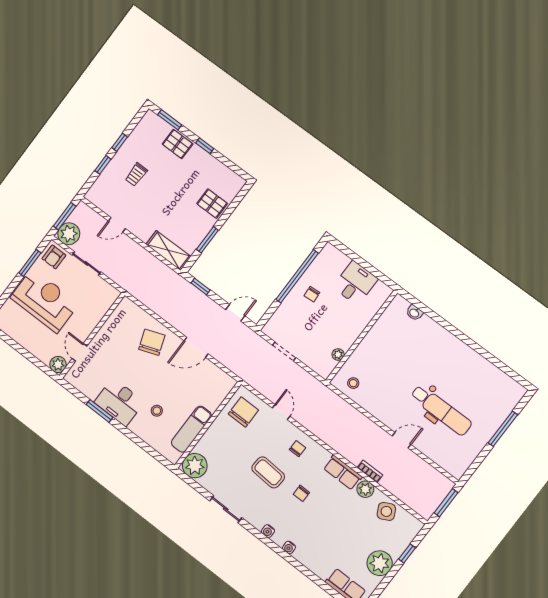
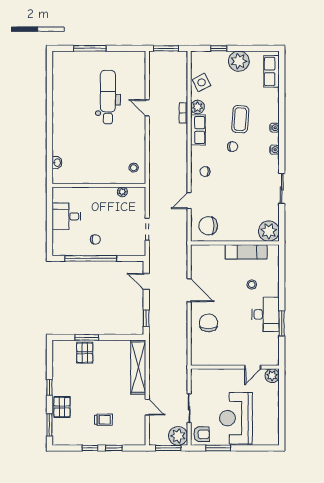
window: (207, 240) -> (87, 337), moved
shelving: (168, 250) -> (138, 367), width x1.47
chair: (152, 342) -> (209, 323), turned 110
coffee table: (268, 472) -> (240, 119), moved

